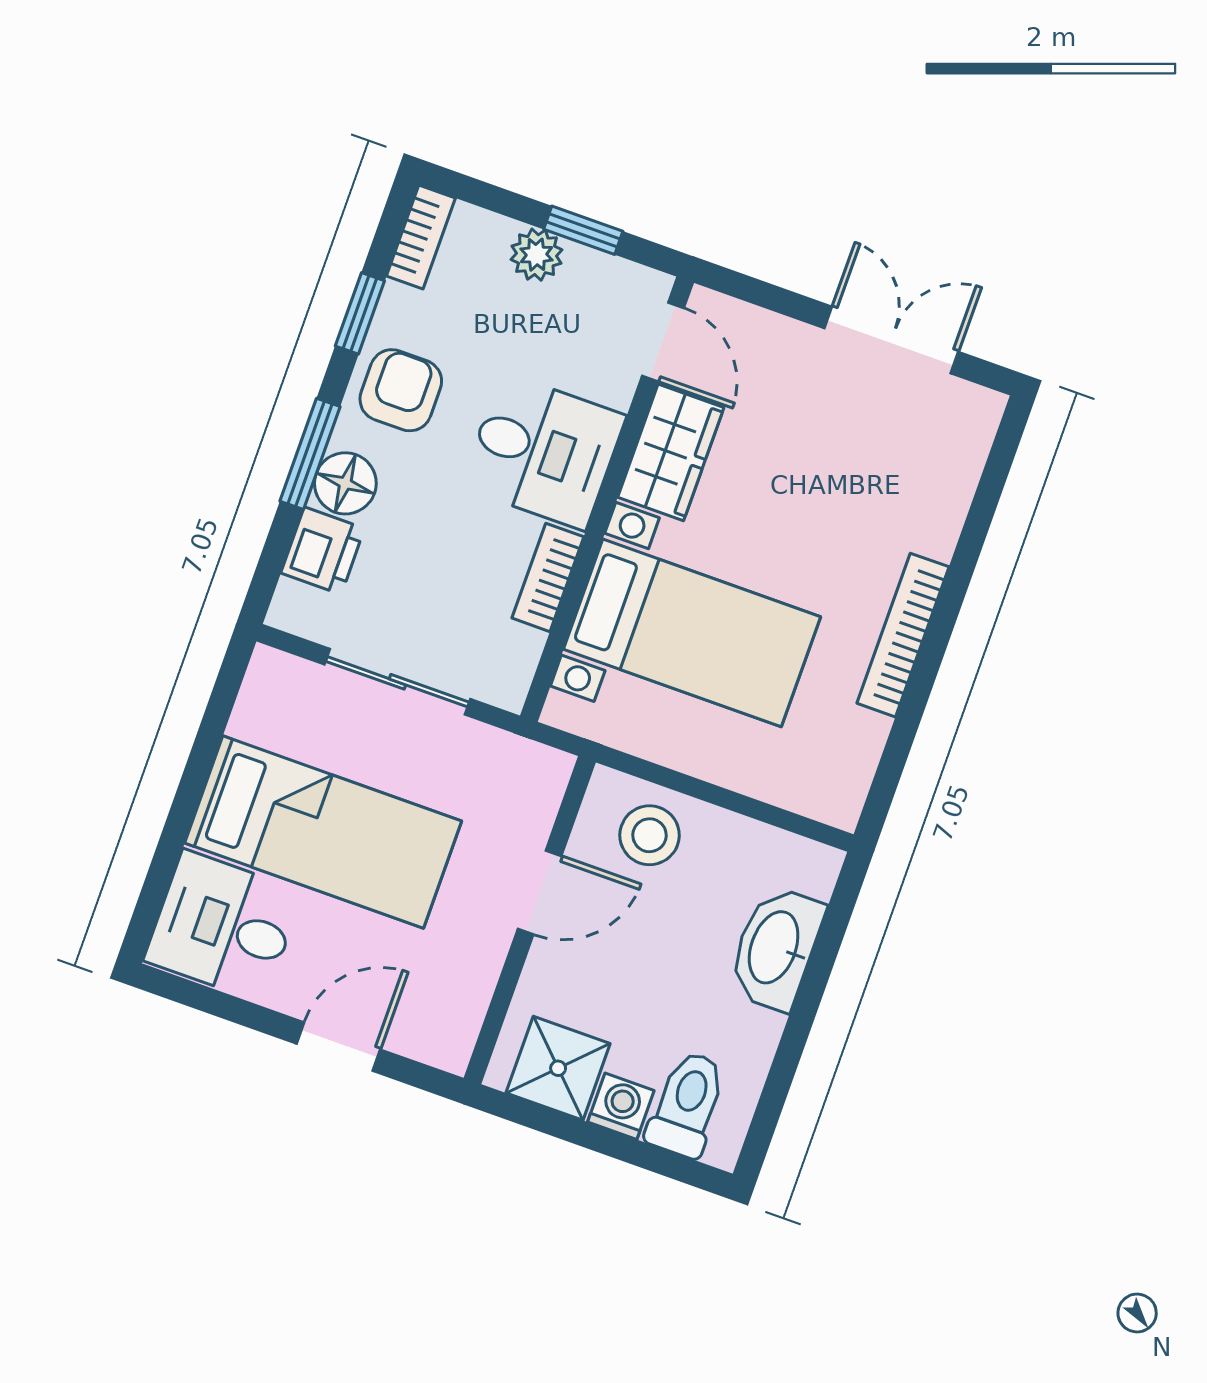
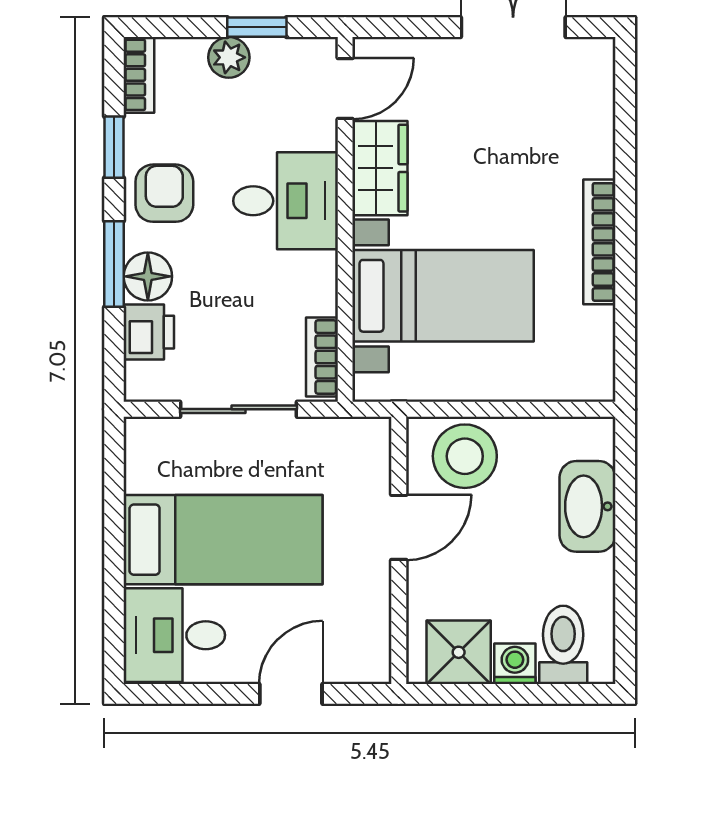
door: (663, 342) -> (345, 89), hinge flipped
bookcase: (548, 577) -> (322, 357), moved
stool: (650, 835) -> (465, 456), width x1.38, depth x1.38

